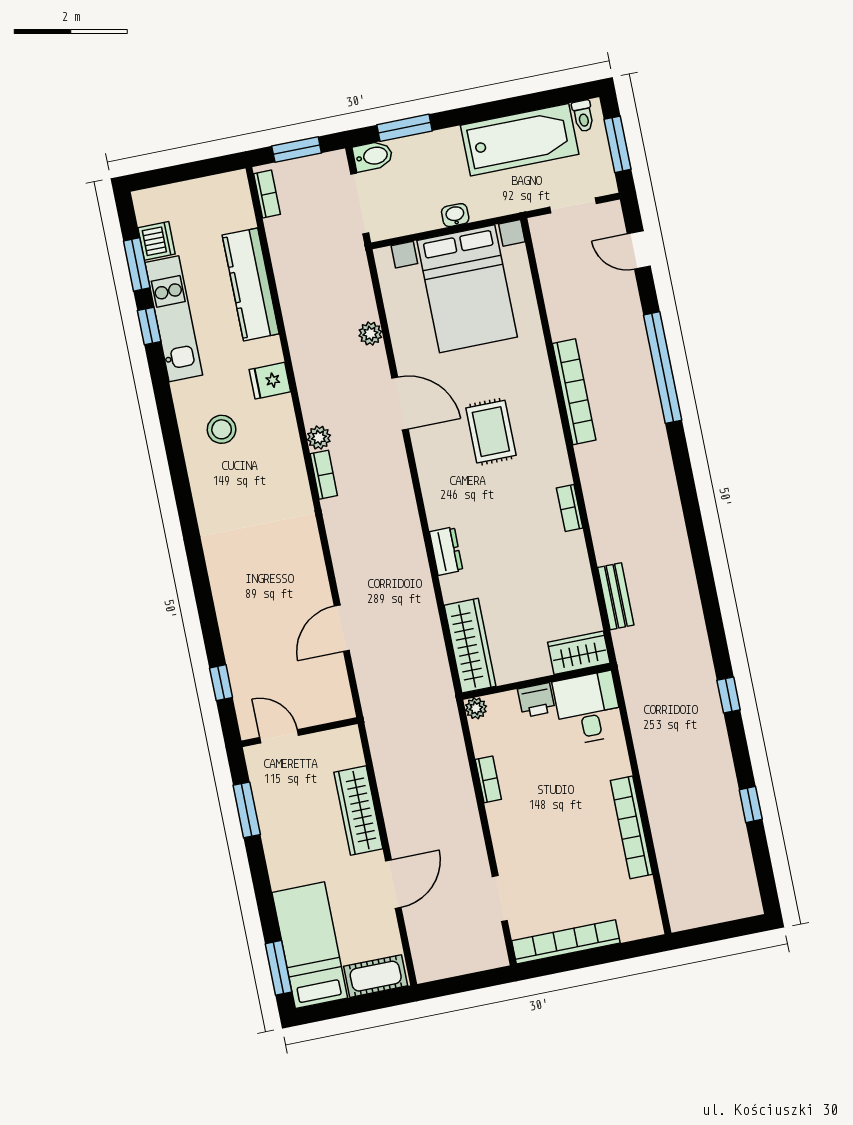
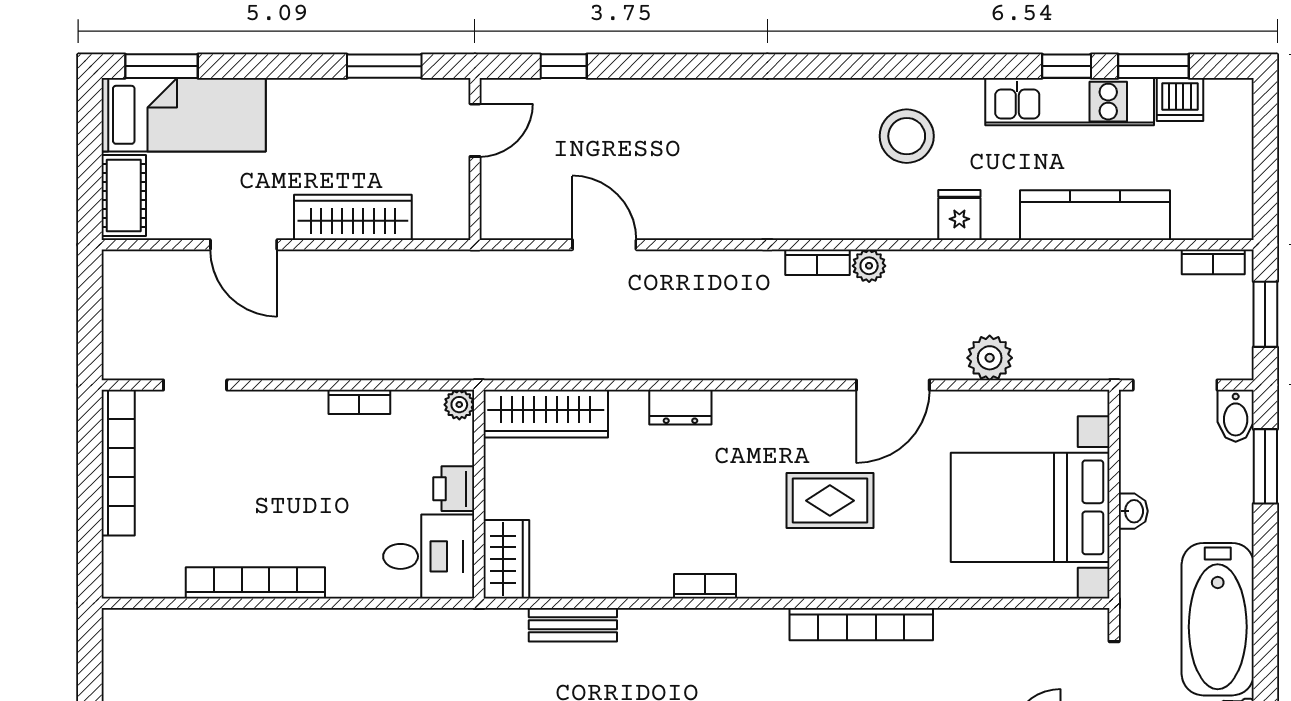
plant: (370, 334) -> (990, 358), width x1.38, depth x1.38
stool: (222, 429) -> (907, 136), width x1.38, depth x1.38

